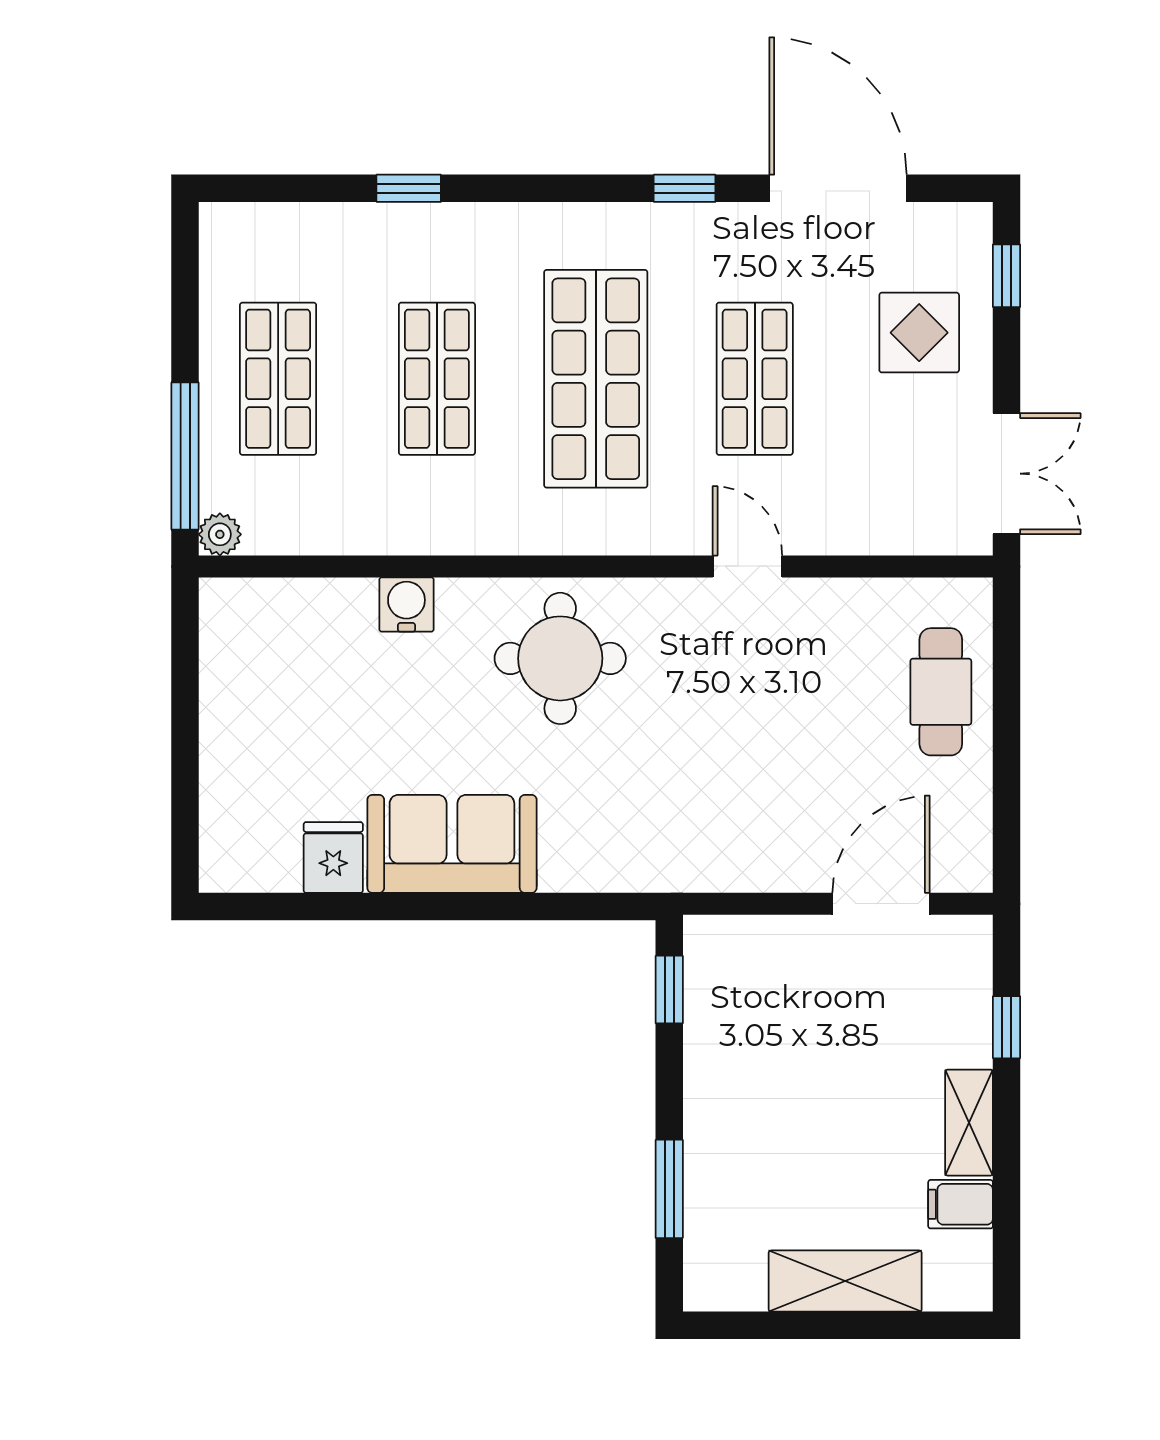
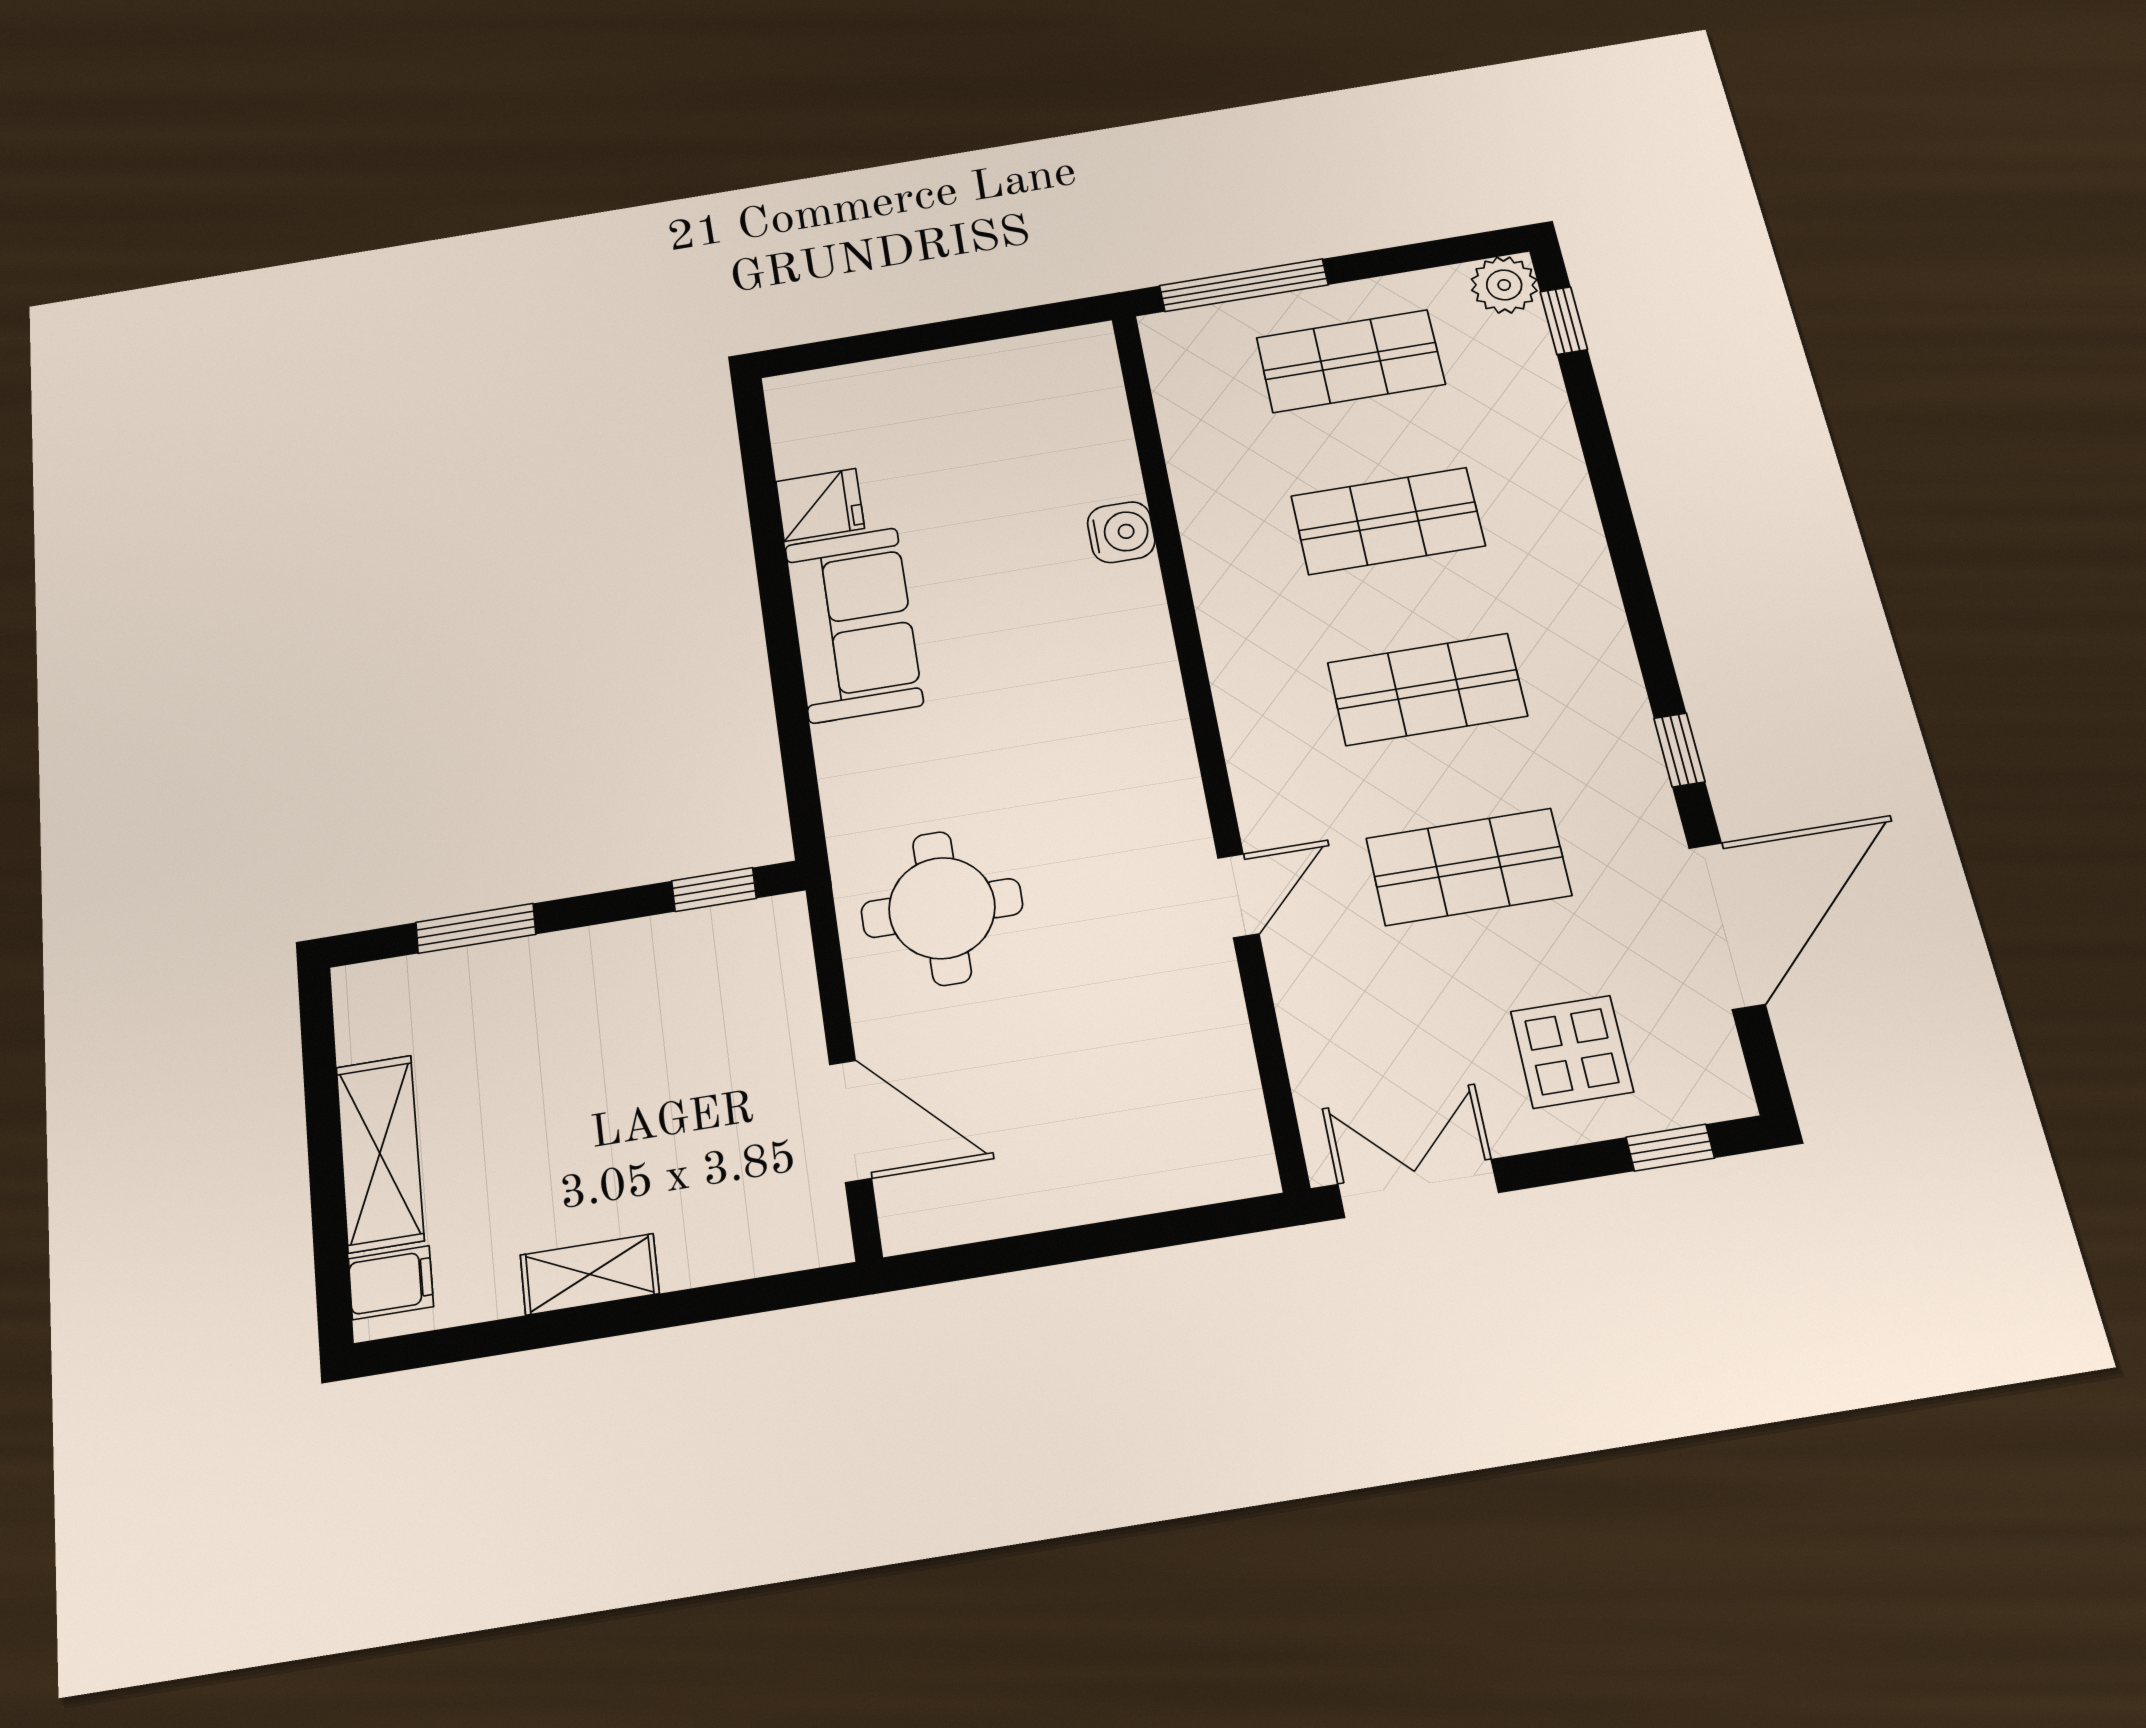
window: (409, 188) -> (1564, 321), moved
shop shelf: (596, 379) -> (1427, 689), width x0.70, depth x0.74
double door: (1007, 474) -> (1418, 1188), swing flipped
plant: (220, 534) -> (1504, 285), moved, width x1.38, depth x1.38
round table: (560, 658) -> (942, 908), moved
cafe table: (941, 692) -> (1126, 1151), removed
window: (1007, 1027) -> (715, 1302), removed
filing cabinet: (961, 1204) -> (391, 1283), moved, turned 90

